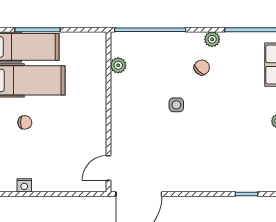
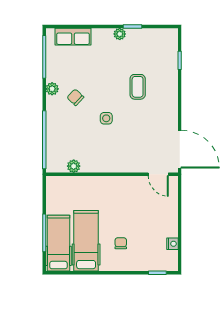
coffee table: (215, 143) -> (138, 87), added

